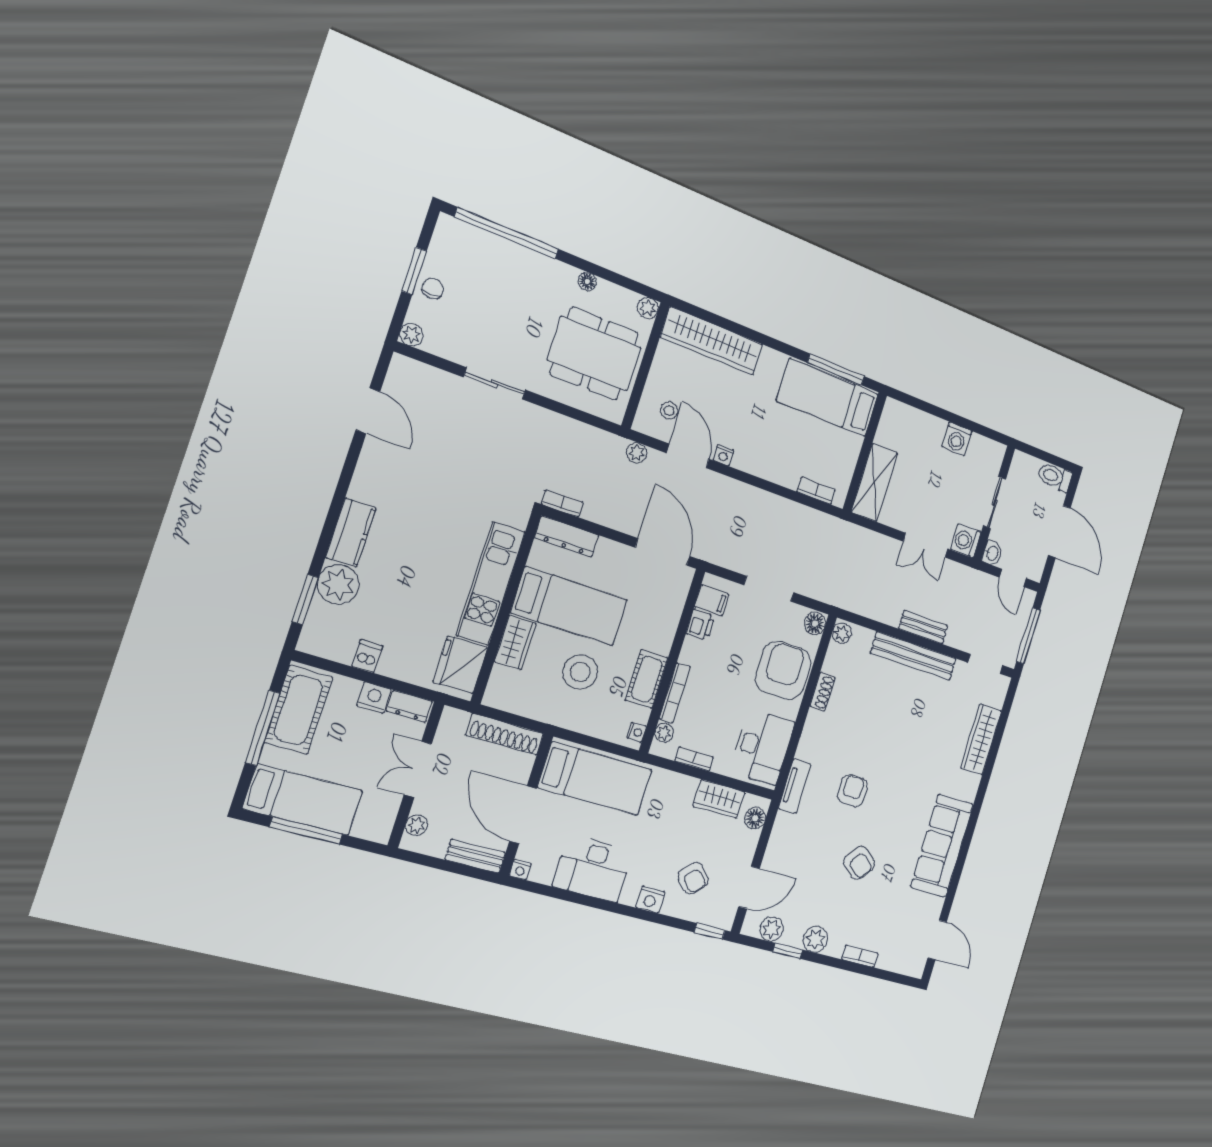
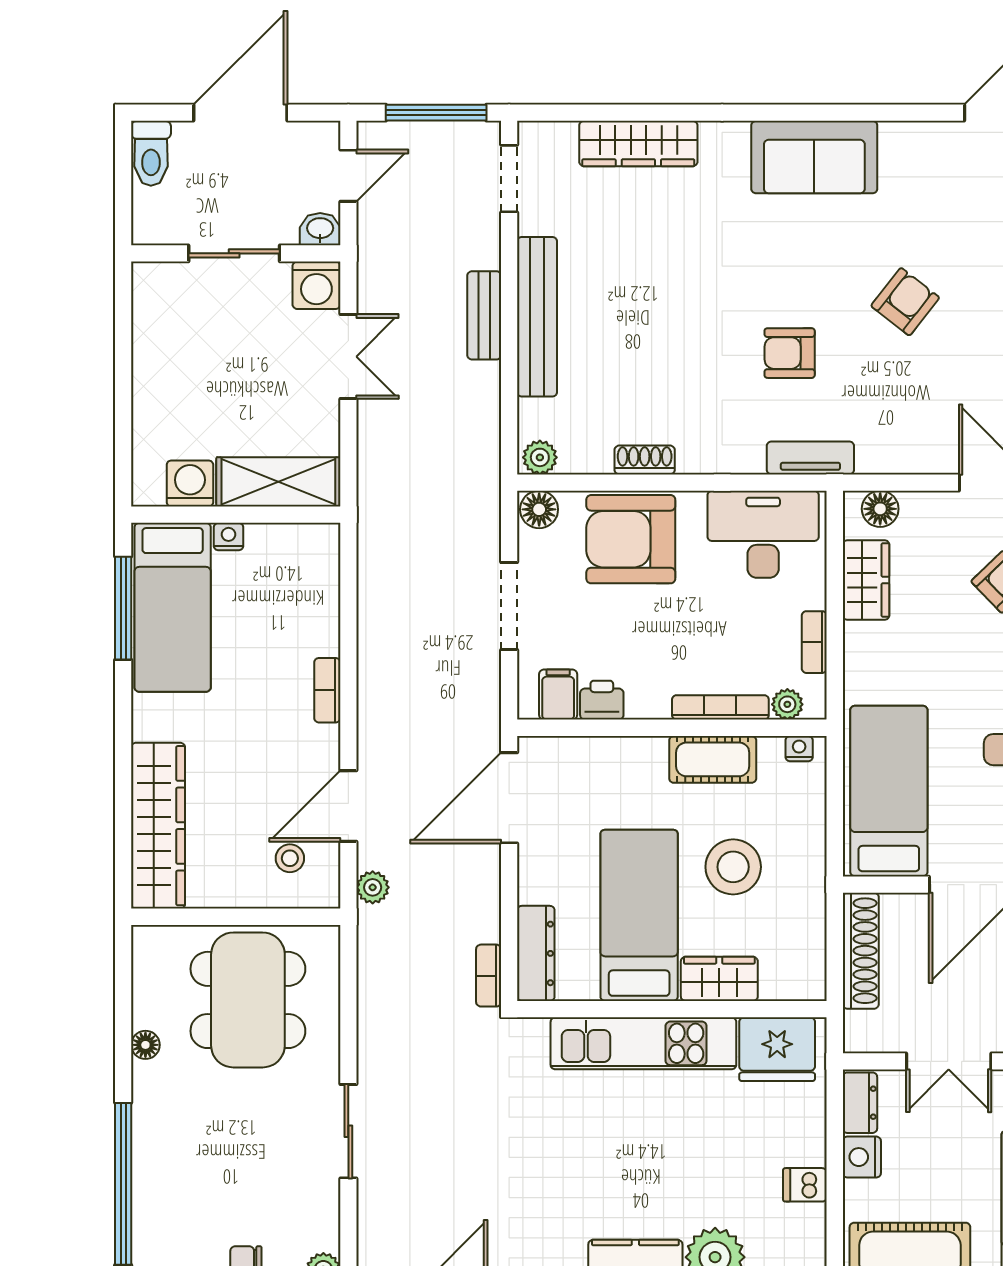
plant: (648, 308) -> (148, 941), removed
washing machine: (957, 439) -> (190, 483), moved, turned -90
nightstand: (723, 455) -> (229, 537), moved, turned -90
bookcase: (816, 491) -> (327, 690), moved
sofa: (942, 846) -> (814, 157), width x0.73

